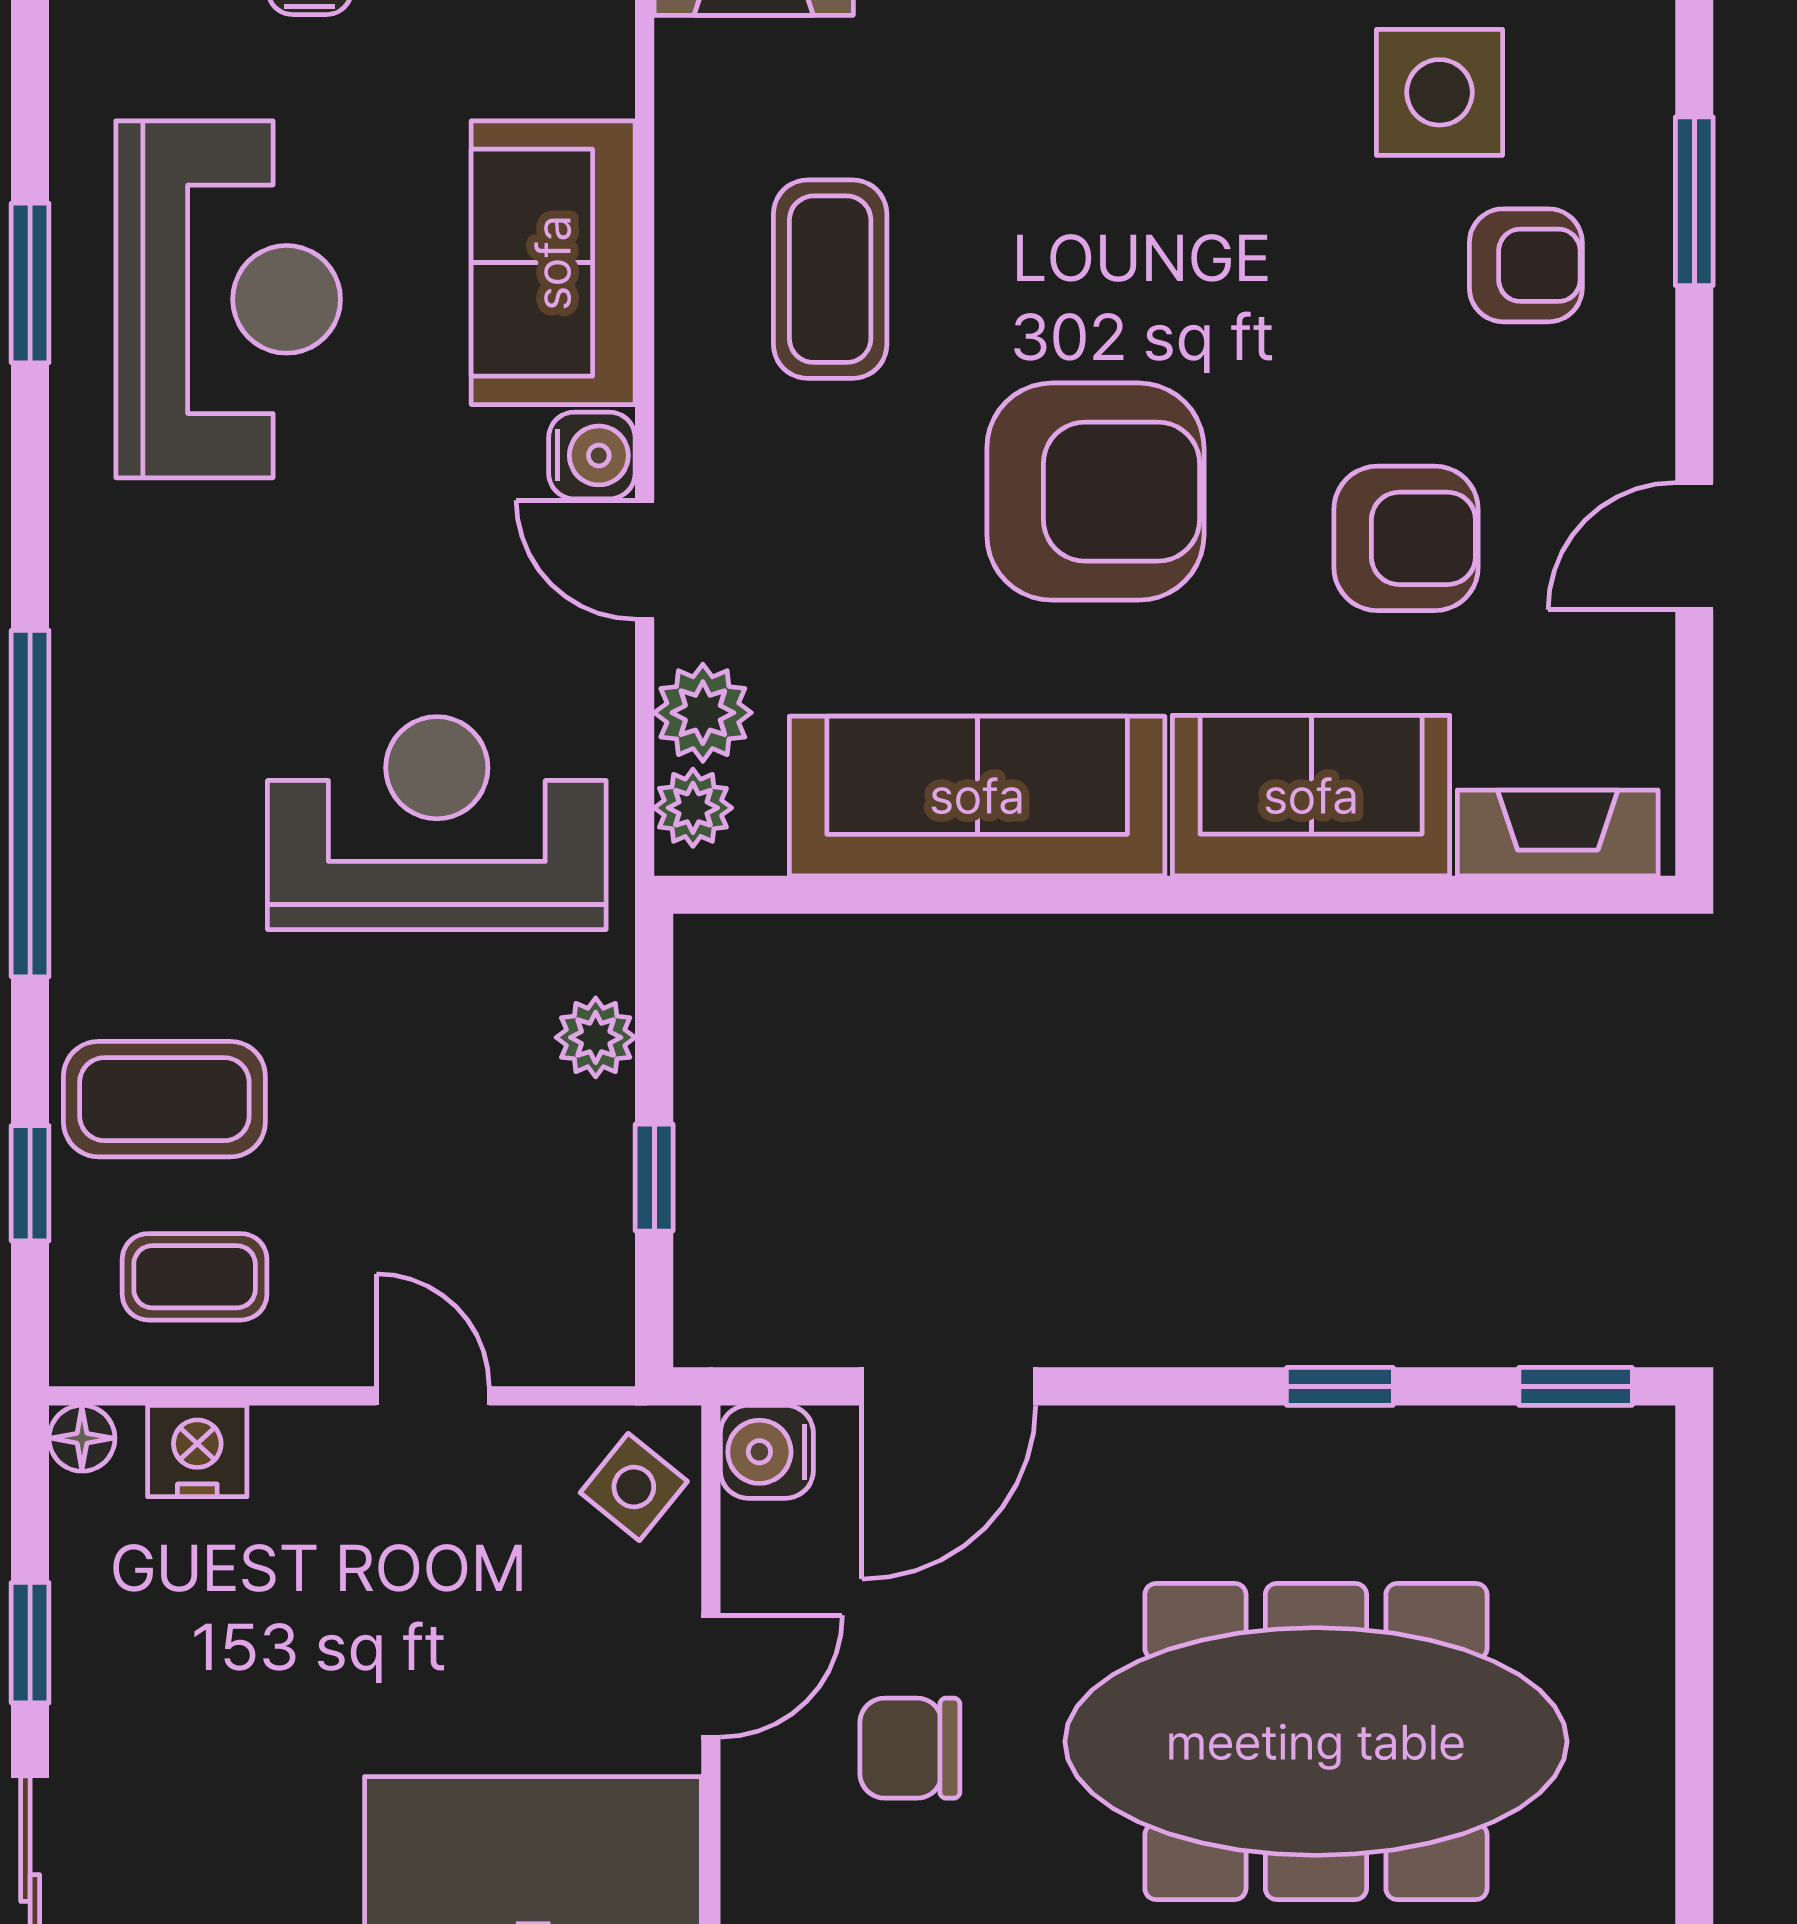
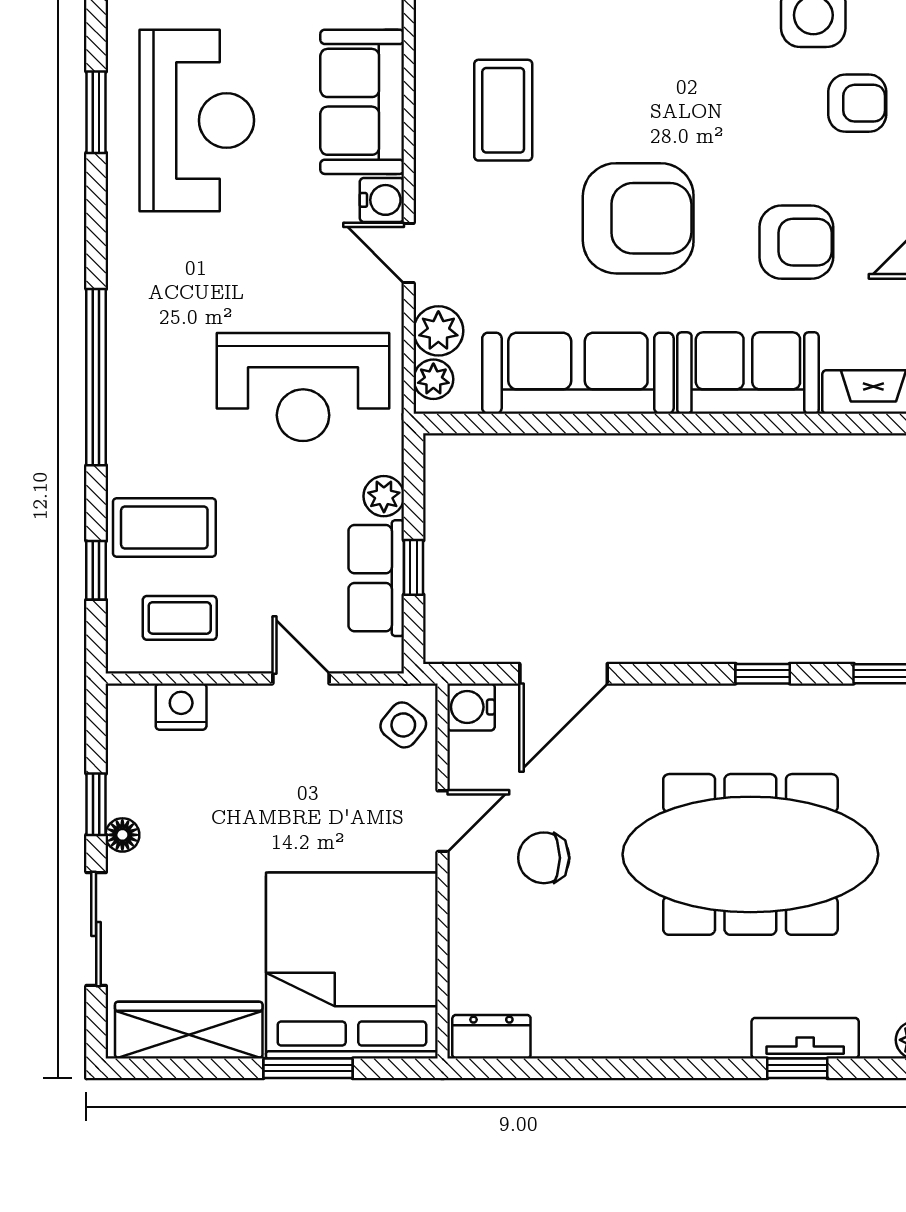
reception desk: (437, 823) -> (303, 387), turned 180
row of seats: (581, 1199) -> (376, 578), added
floor lamp: (82, 1438) -> (122, 835), moved

